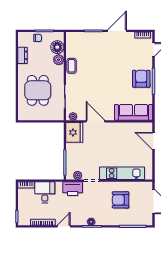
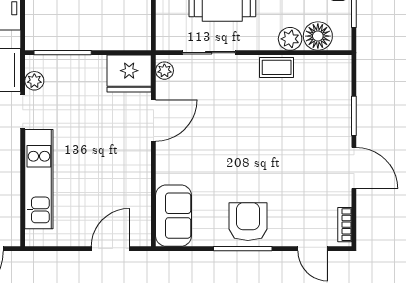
armchair: (141, 79) -> (248, 222), turned -90
sofa: (133, 112) -> (174, 216), width x0.73

